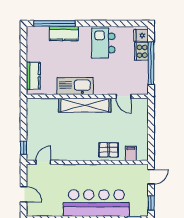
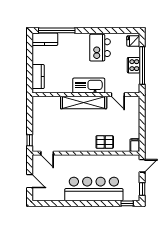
kitchen counter: (64, 34) -> (45, 39), moved
cooker: (141, 51) -> (134, 65), moved
kitchen sink: (75, 86) -> (89, 86), moved
filing cabinet: (131, 153) -> (135, 145), moved
door: (43, 162) -> (47, 153), swing flipped

